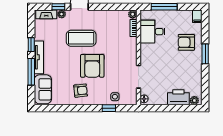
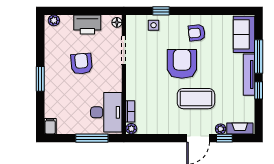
desk: (153, 32) -> (106, 112), width x1.37
armchair: (186, 42) -> (81, 64), moved, turned -95
printer: (178, 97) -> (87, 24), moved

